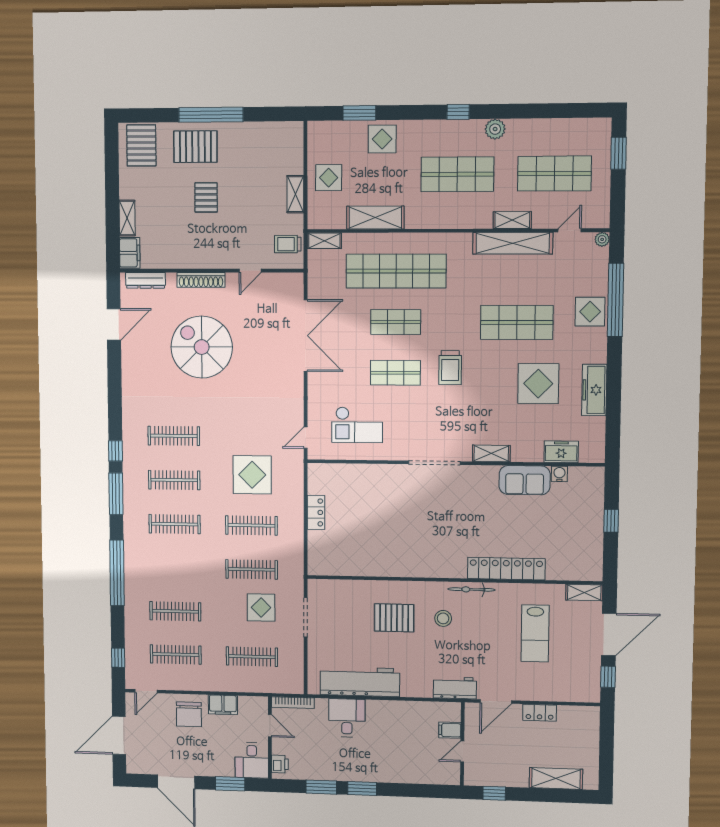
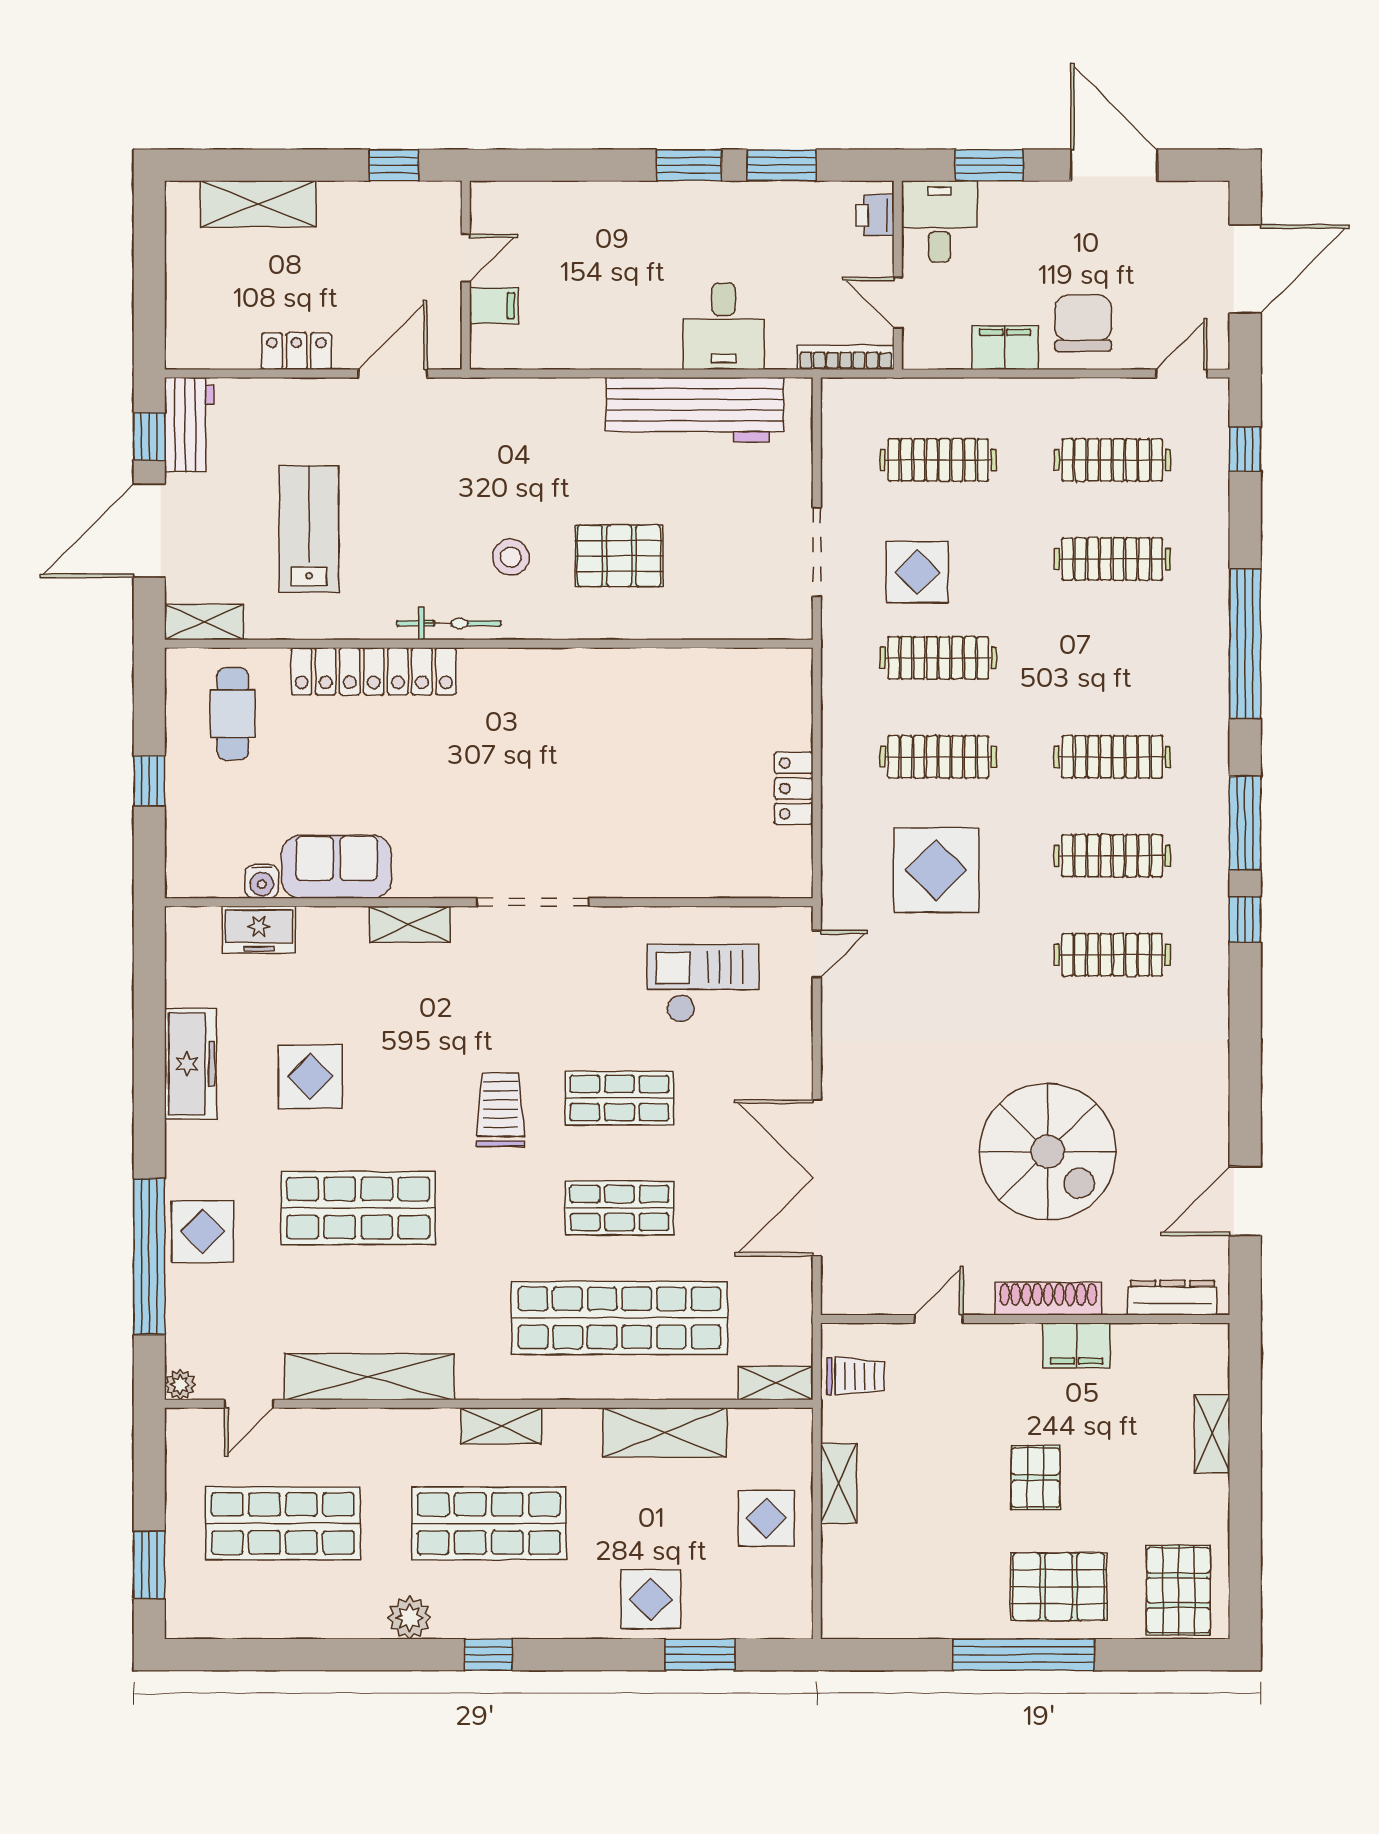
shelving: (512, 220) -> (501, 1426), moved
filing cabinet: (130, 253) -> (1077, 1345), moved, turned -90
display table: (538, 384) -> (310, 1077), width x0.73, depth x0.73
cafe table: (572, 551) -> (233, 714), added
workbench: (455, 688) -> (189, 425), moved, turned -90

